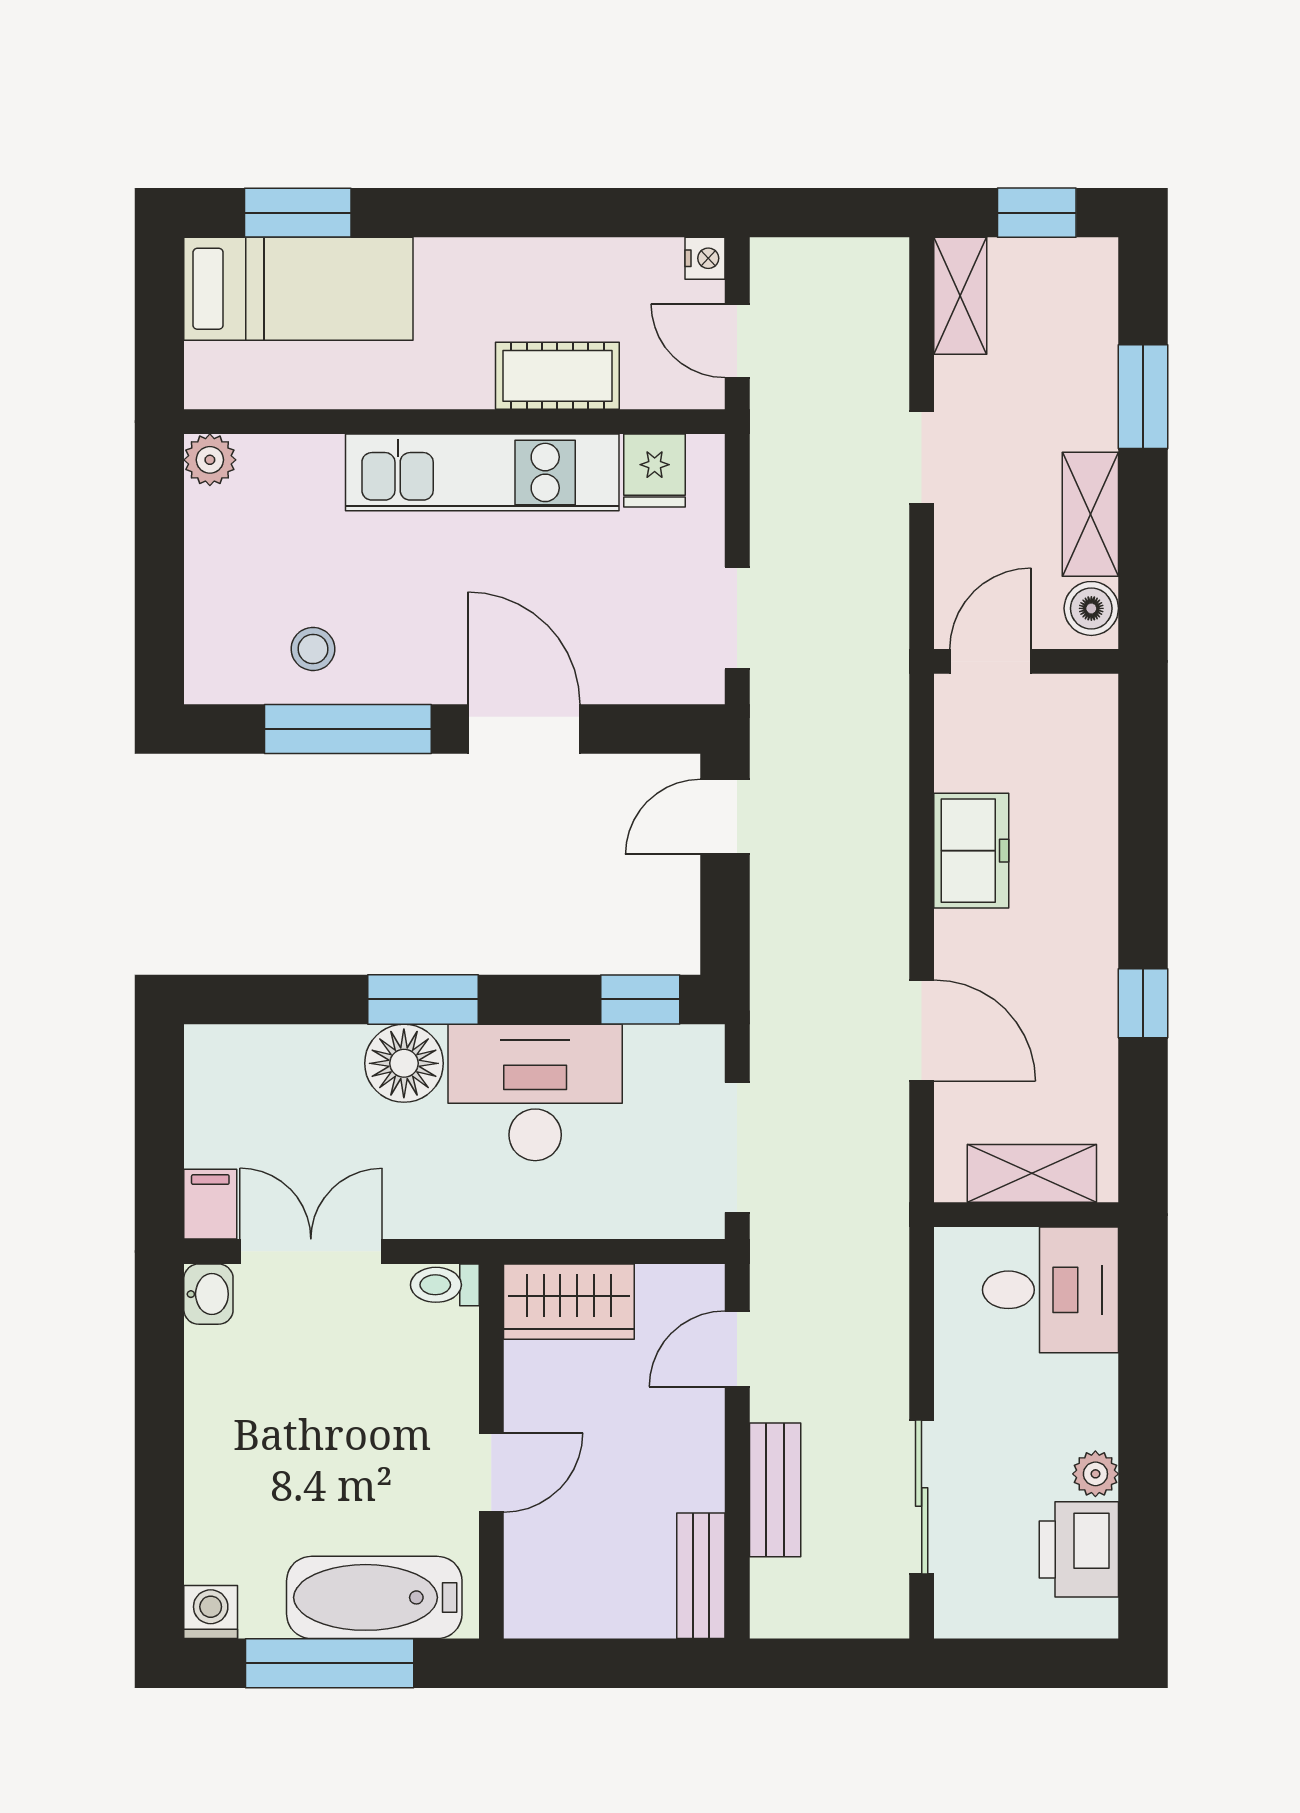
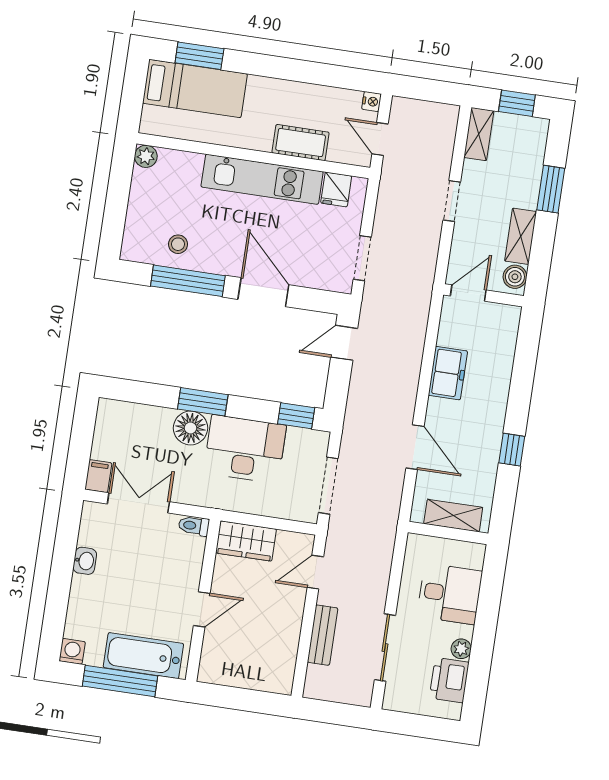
desk: (1050, 1290) -> (450, 594), moved
washbasin: (208, 1294) -> (85, 561), moved
bench: (701, 1576) -> (285, 667), removed

